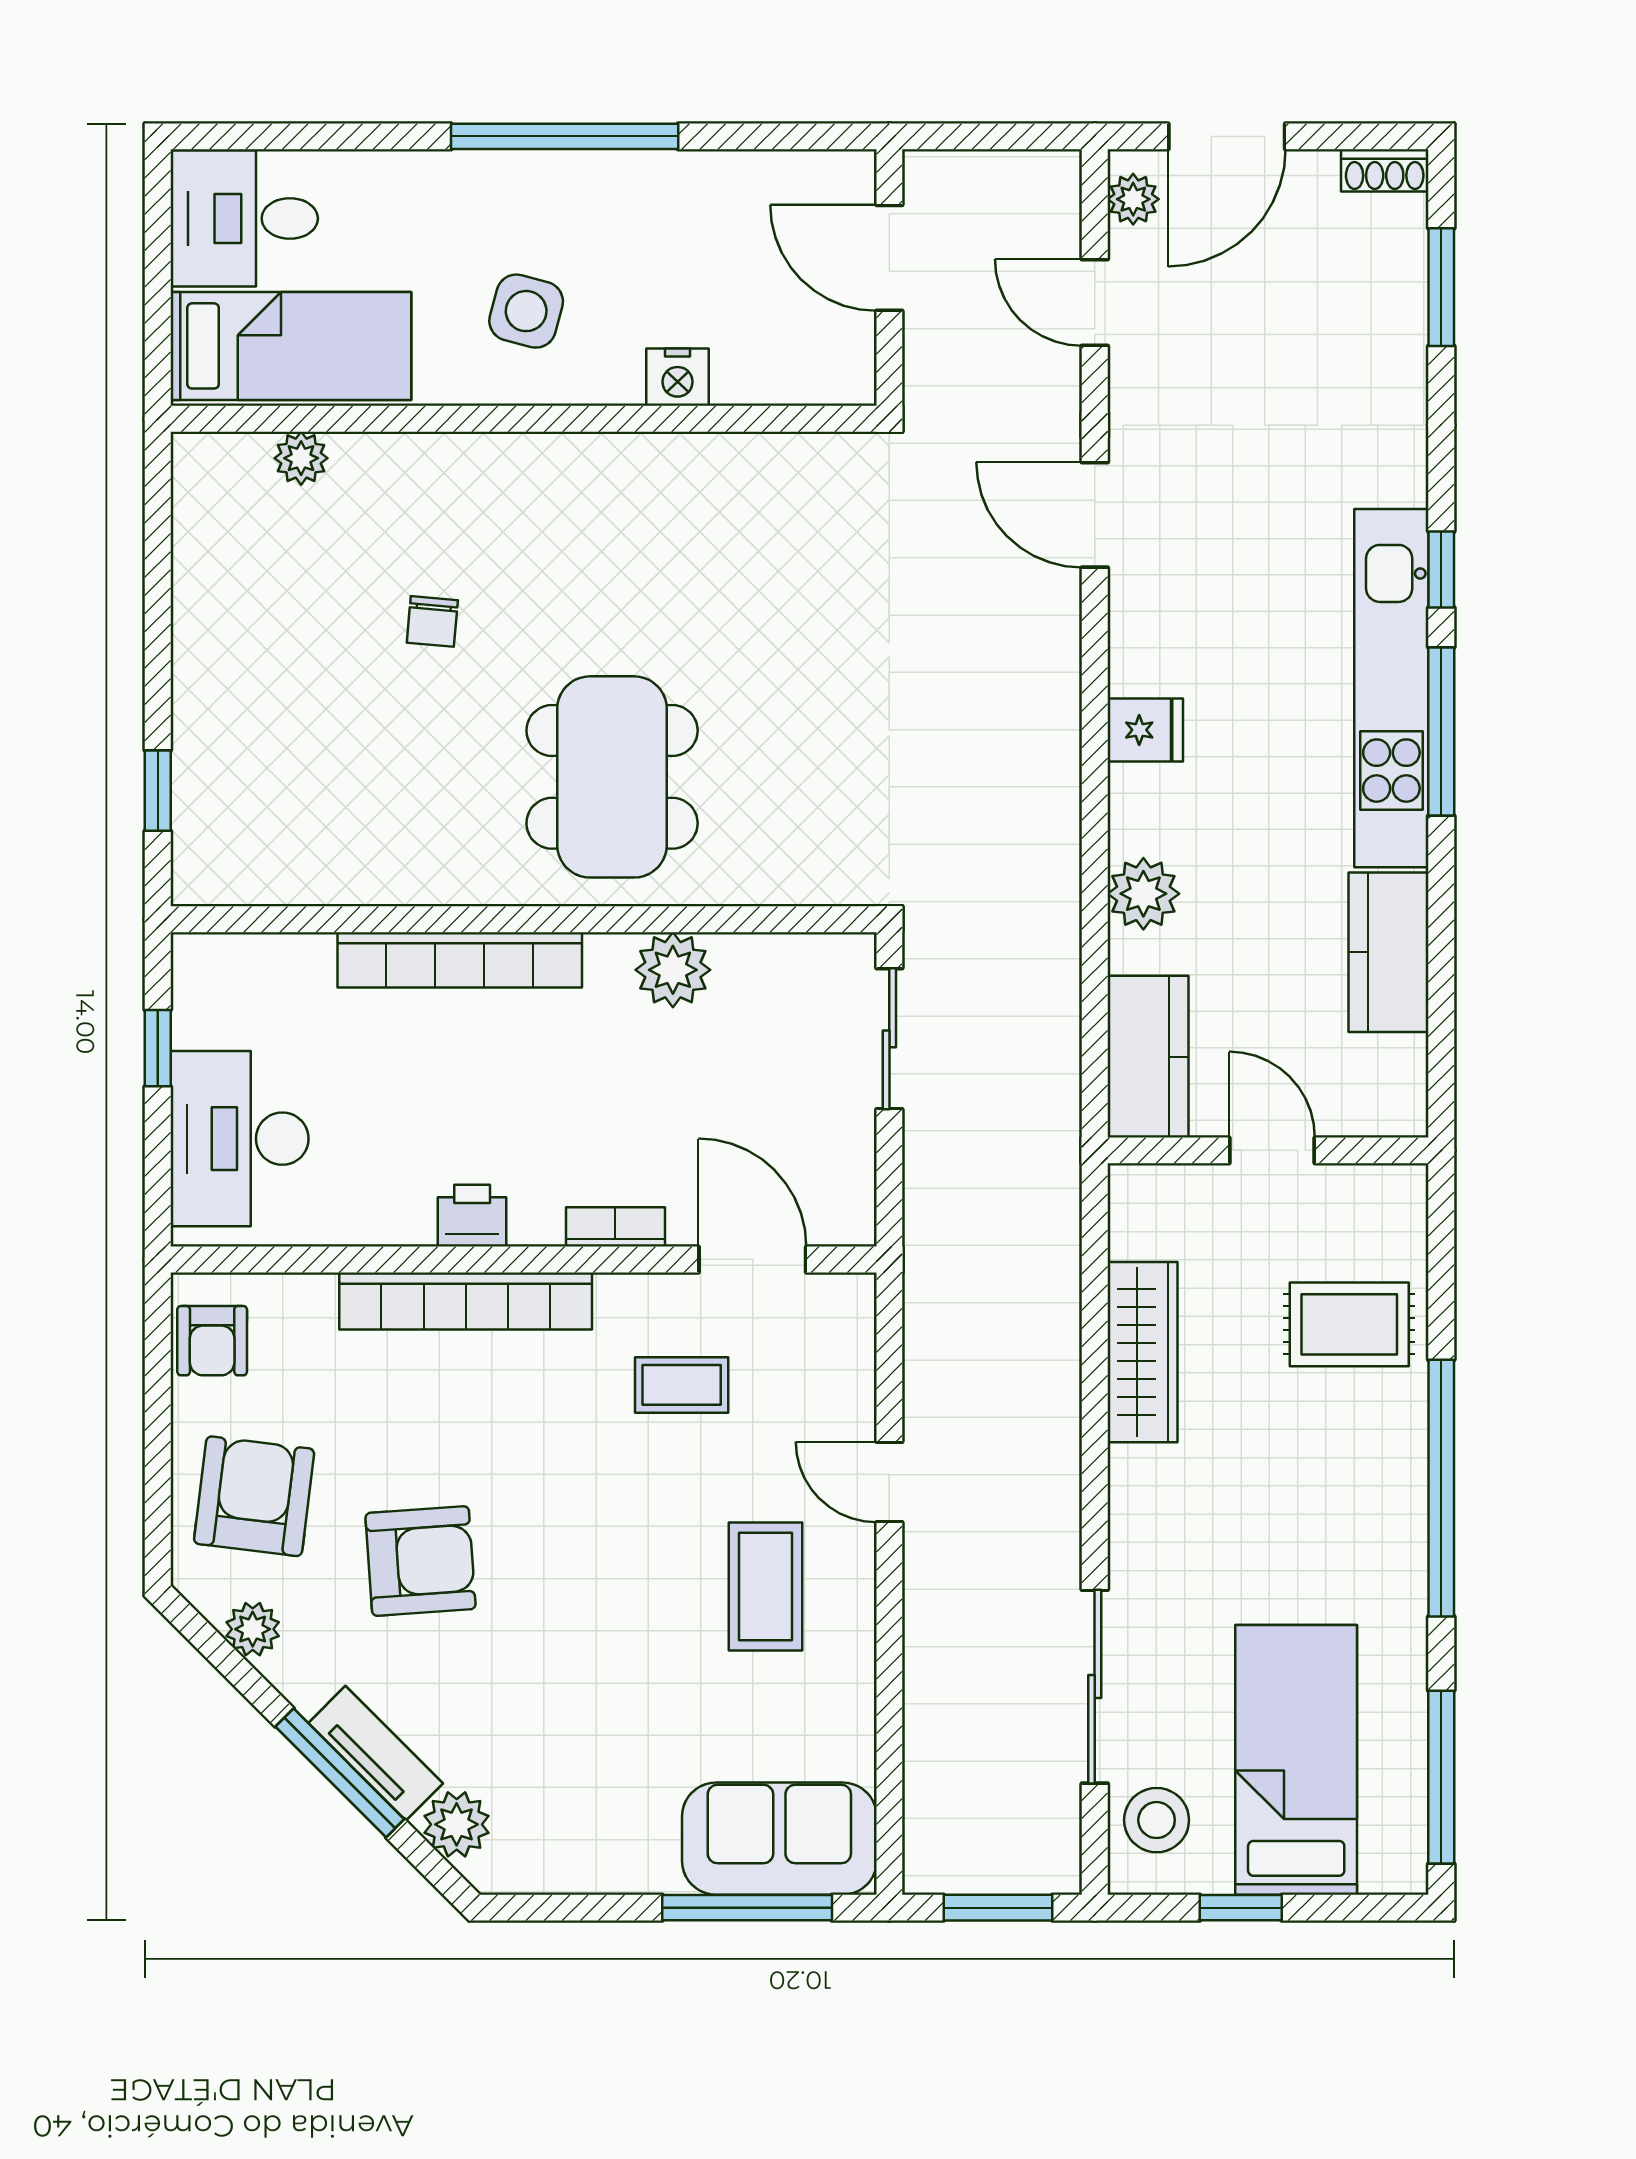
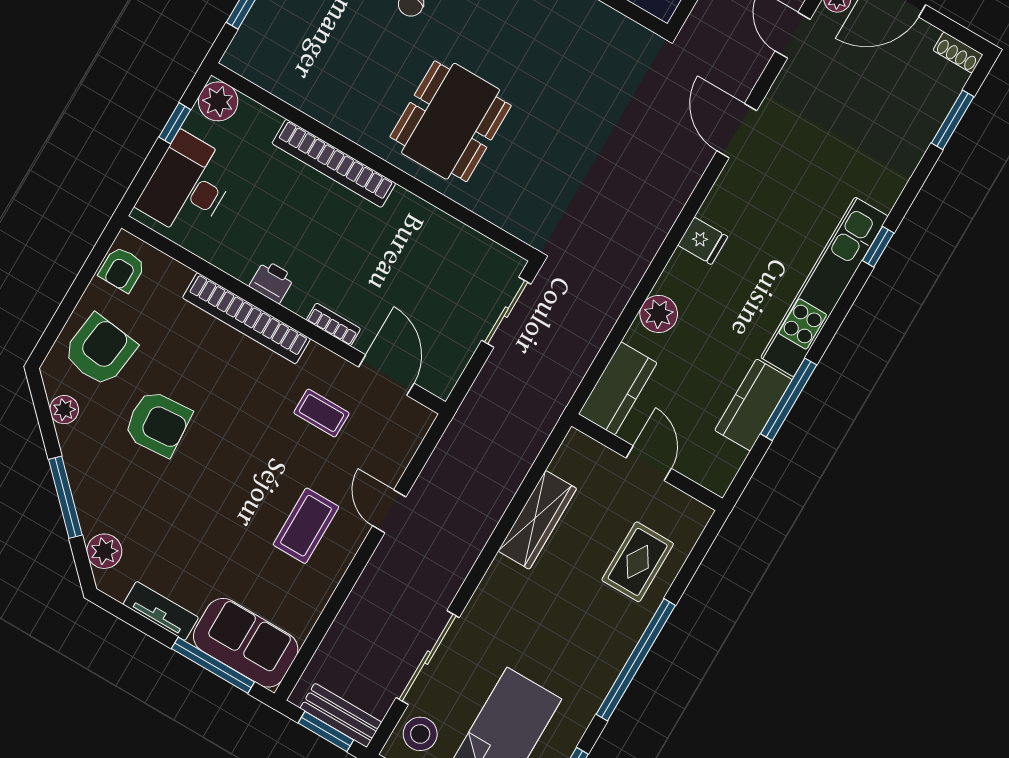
window: (1441, 732) -> (789, 399), moved
plant: (673, 970) -> (218, 101), moved
rug: (1349, 1324) -> (638, 562), turned 90
tv unit: (376, 1753) -> (161, 611), moved, turned -45
bench: (1007, 1866) -> (341, 715), added

